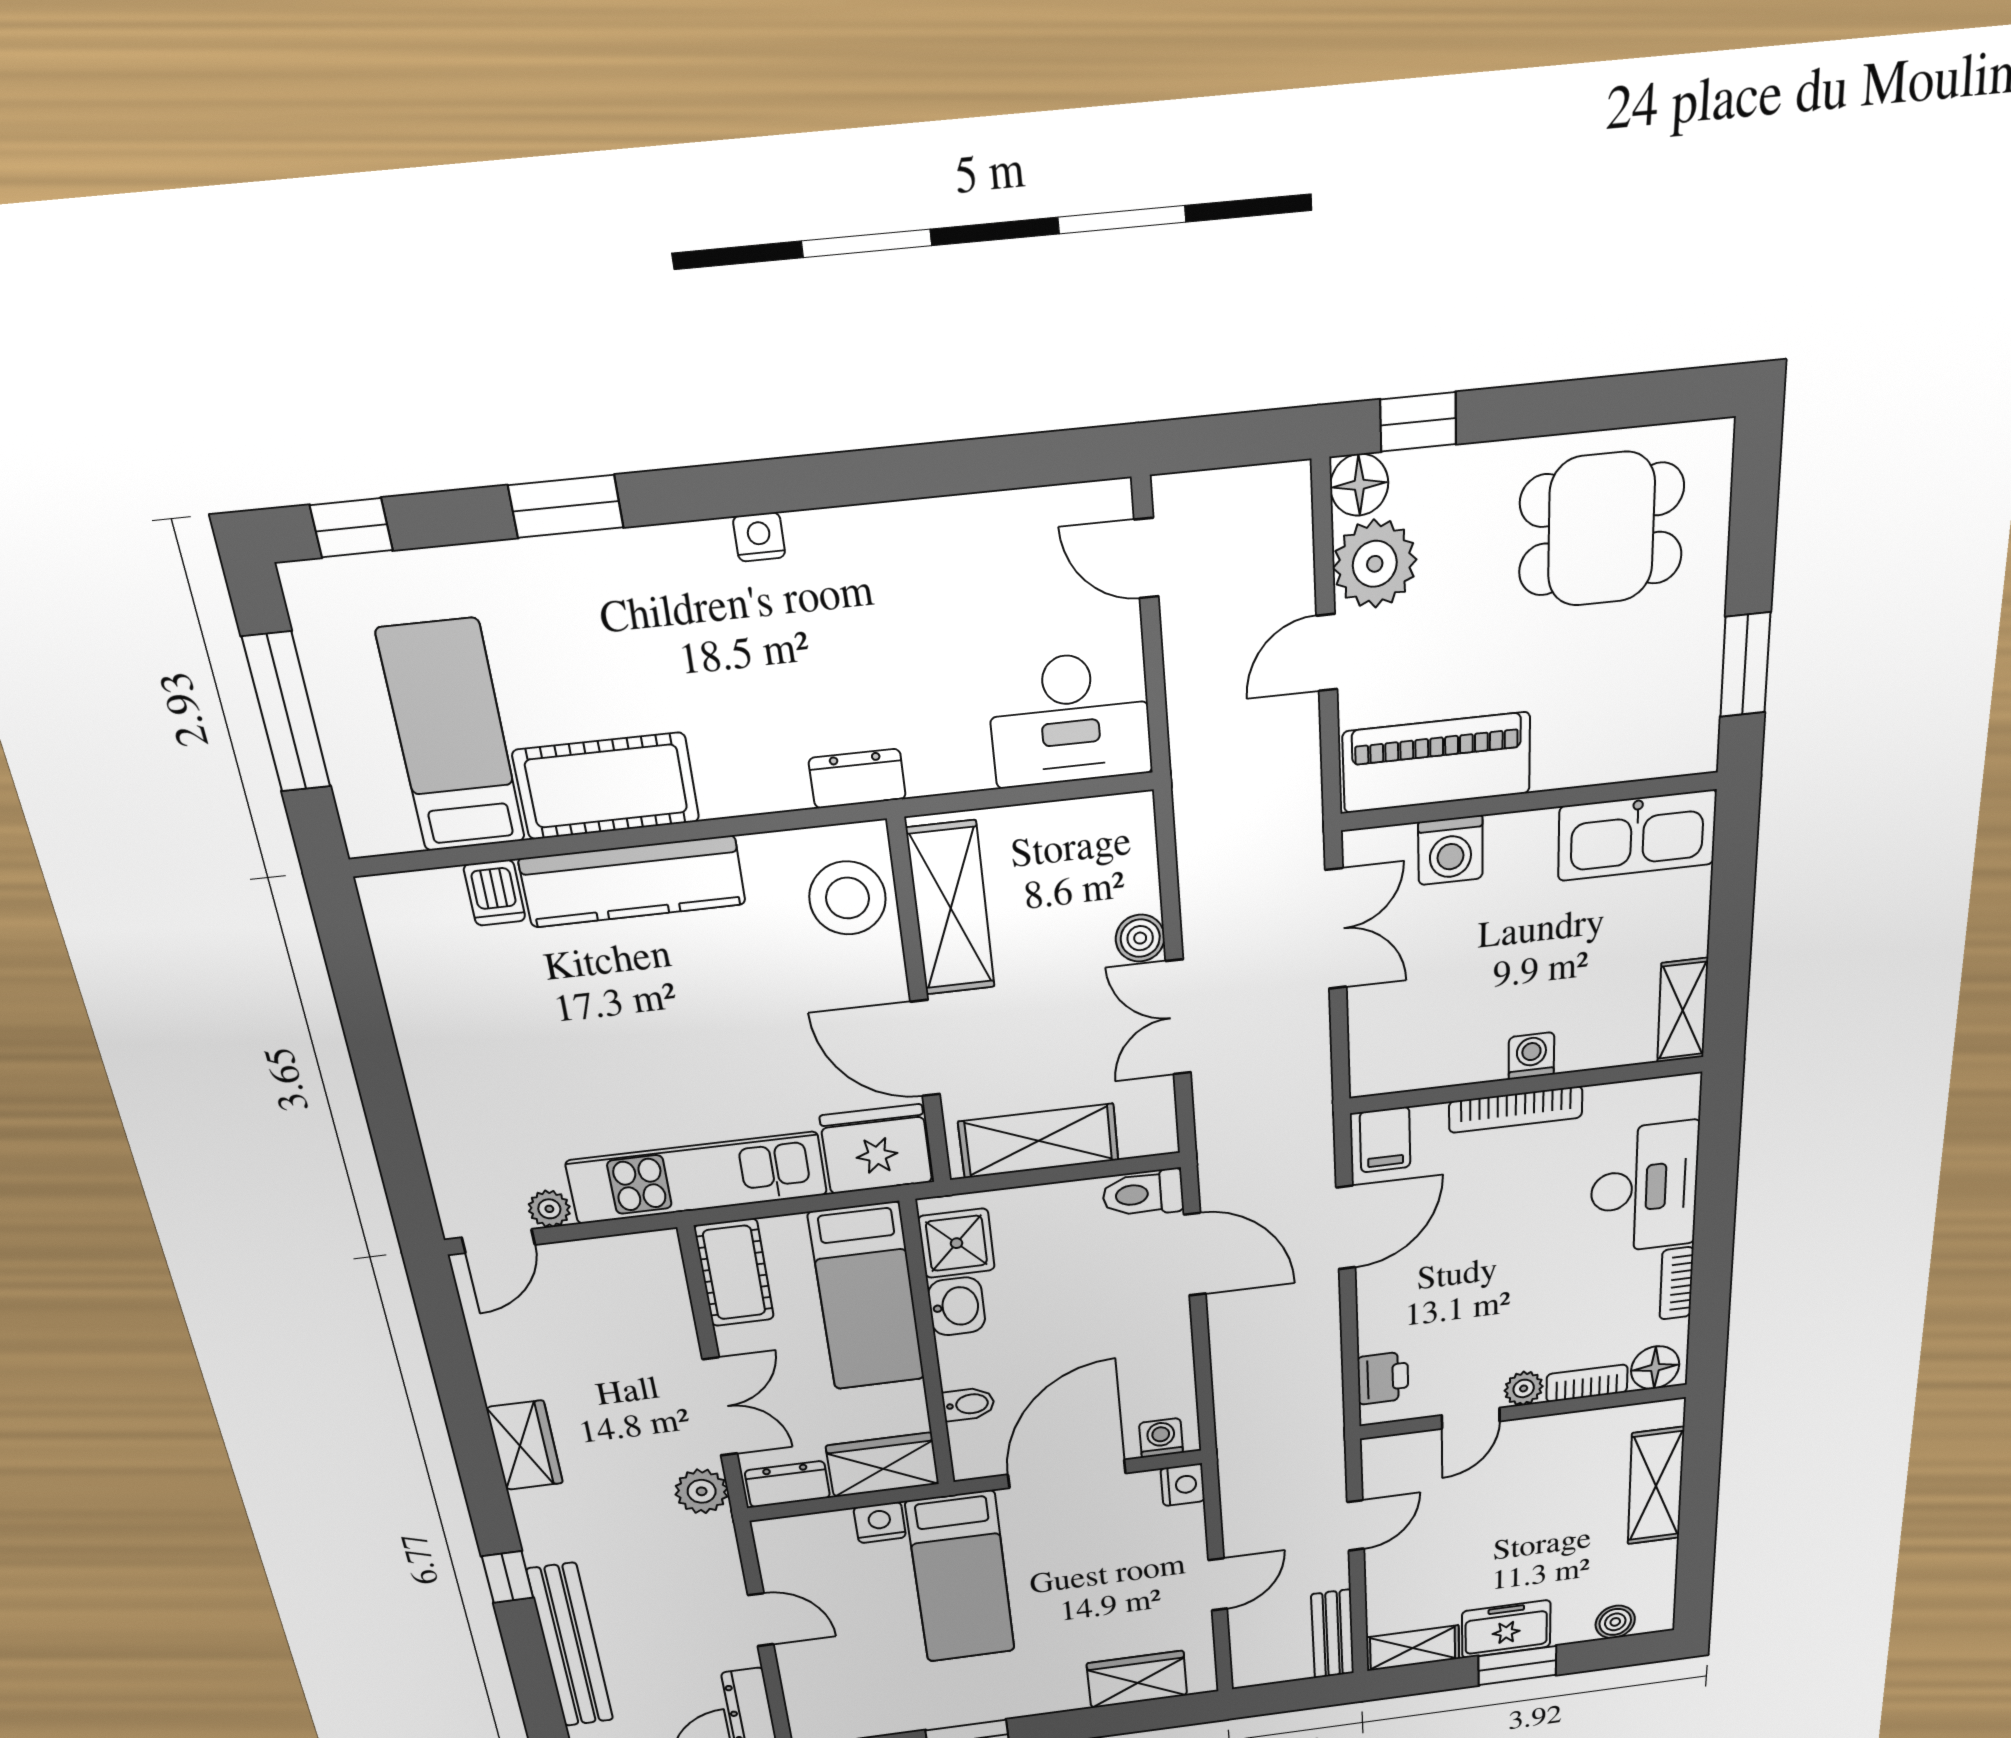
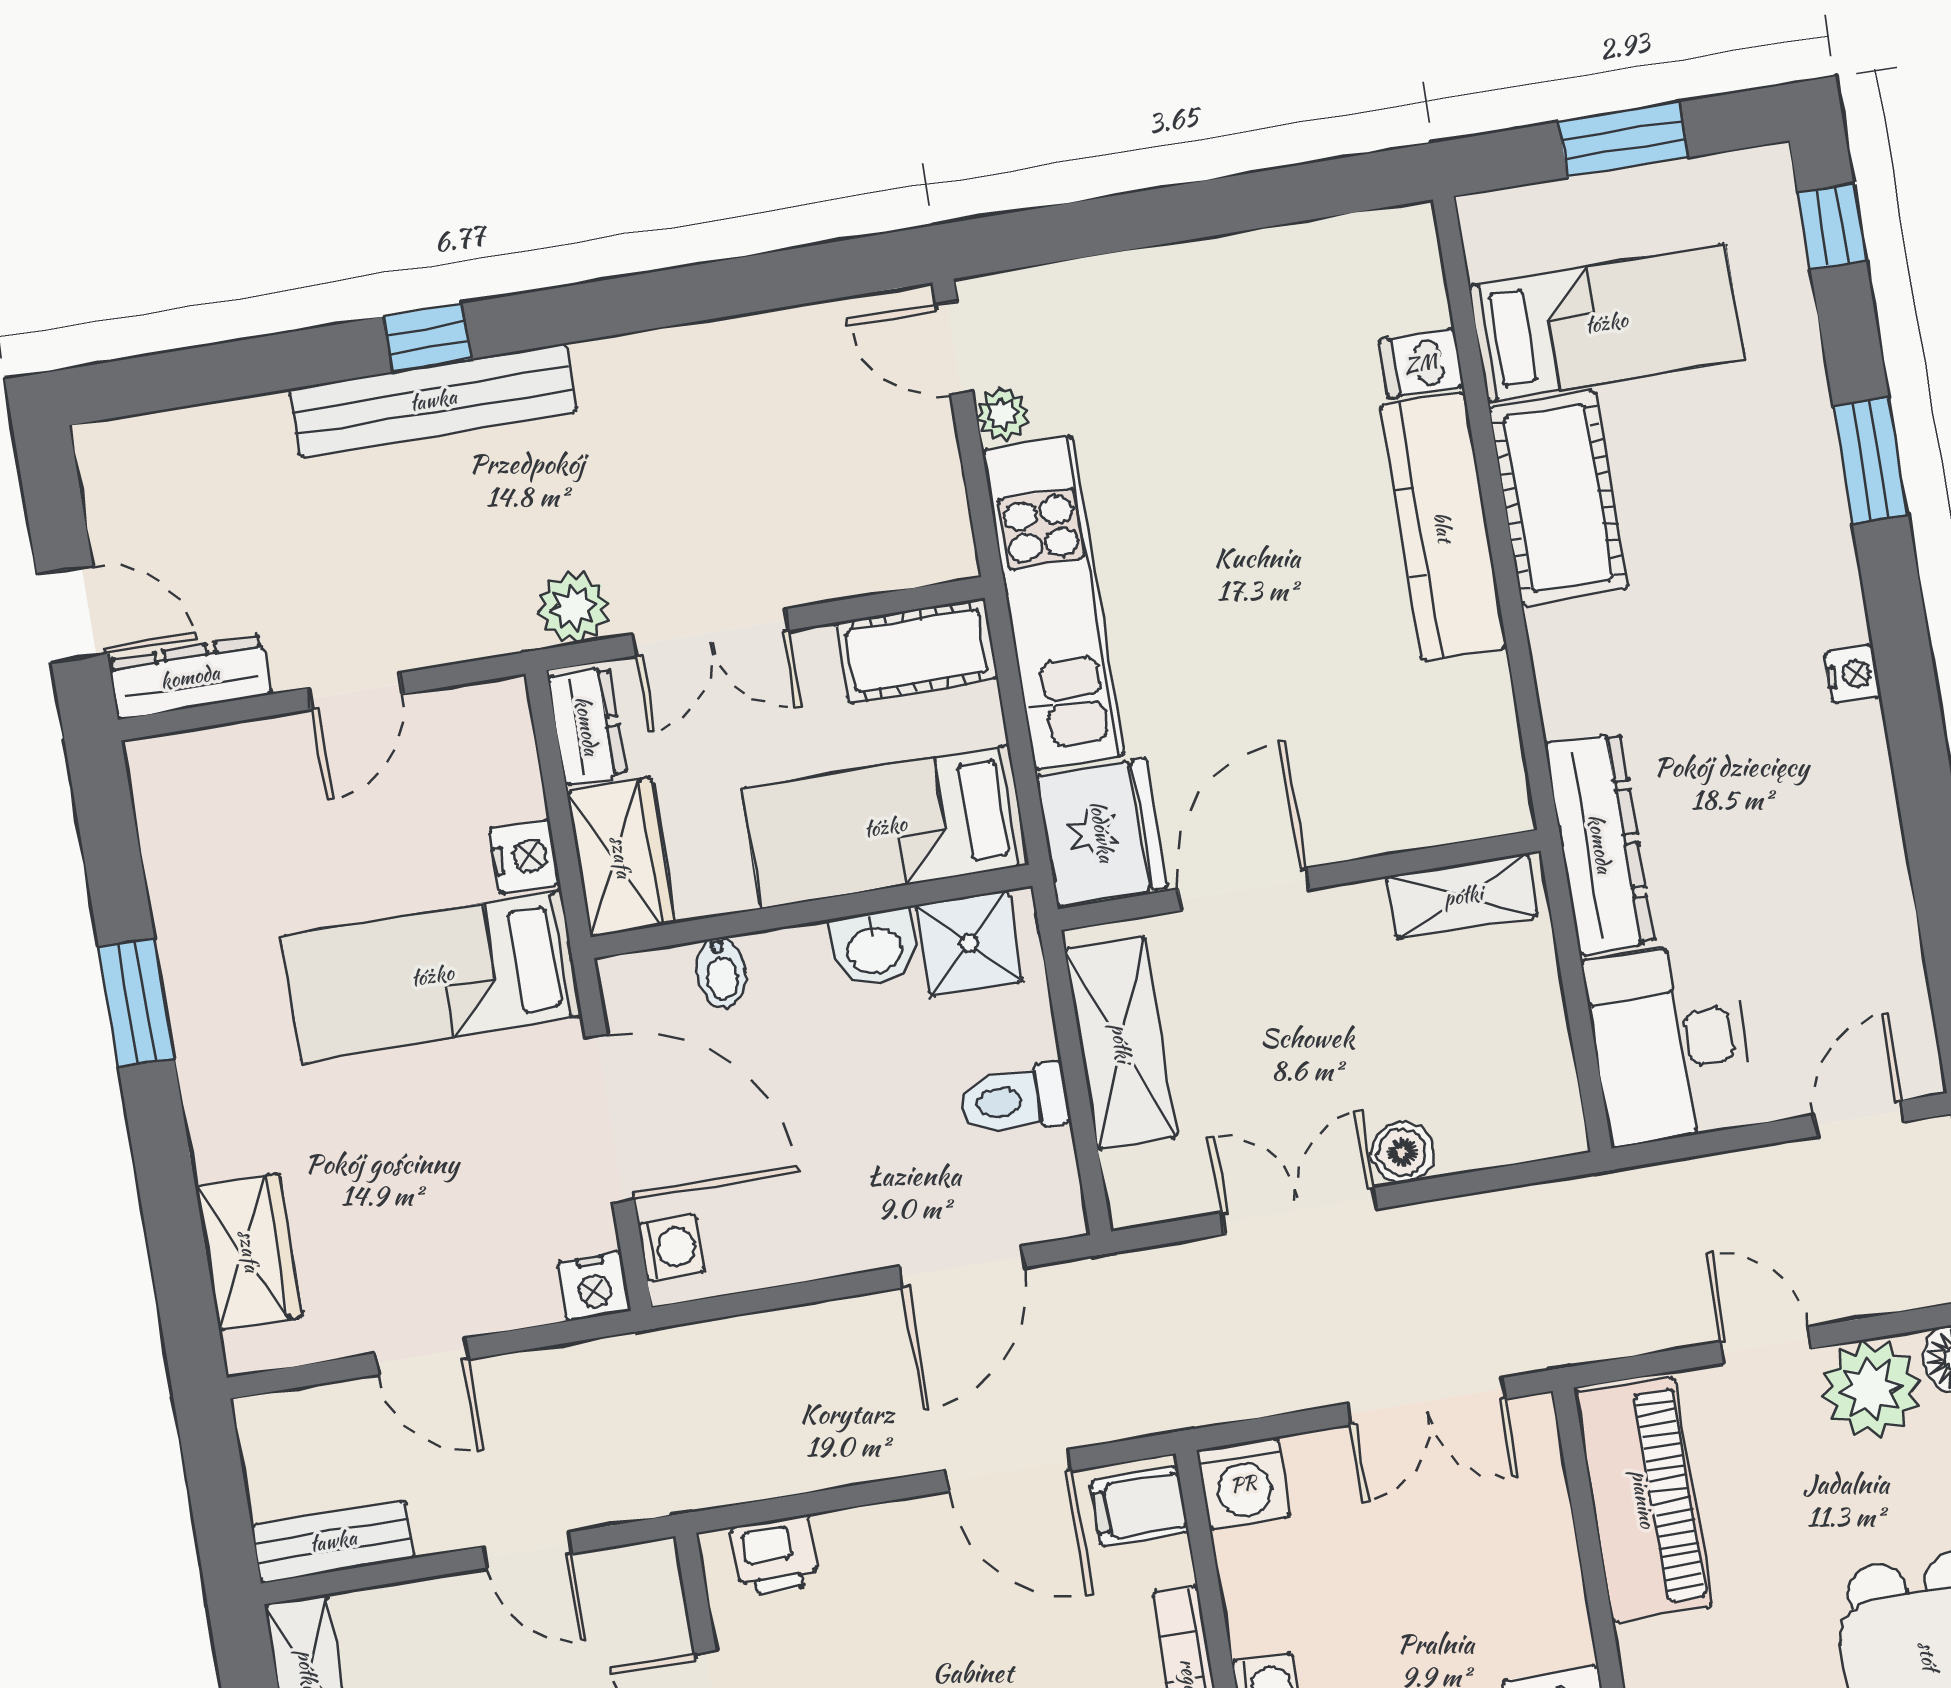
window: (287, 712) -> (1623, 140), width x0.69
dresser: (857, 779) -> (1600, 844), width x1.96, depth x1.24
washing machine: (1450, 850) -> (1243, 1484), moved, turned -90
stool: (848, 898) -> (1436, 785), removed
shelving: (951, 908) -> (1463, 896), width x0.67, depth x0.75
toilet: (1143, 1194) -> (1014, 1100), moved, turned -90
wardrobe: (525, 1445) -> (644, 369), removed
bench: (570, 1646) -> (433, 400), moved

